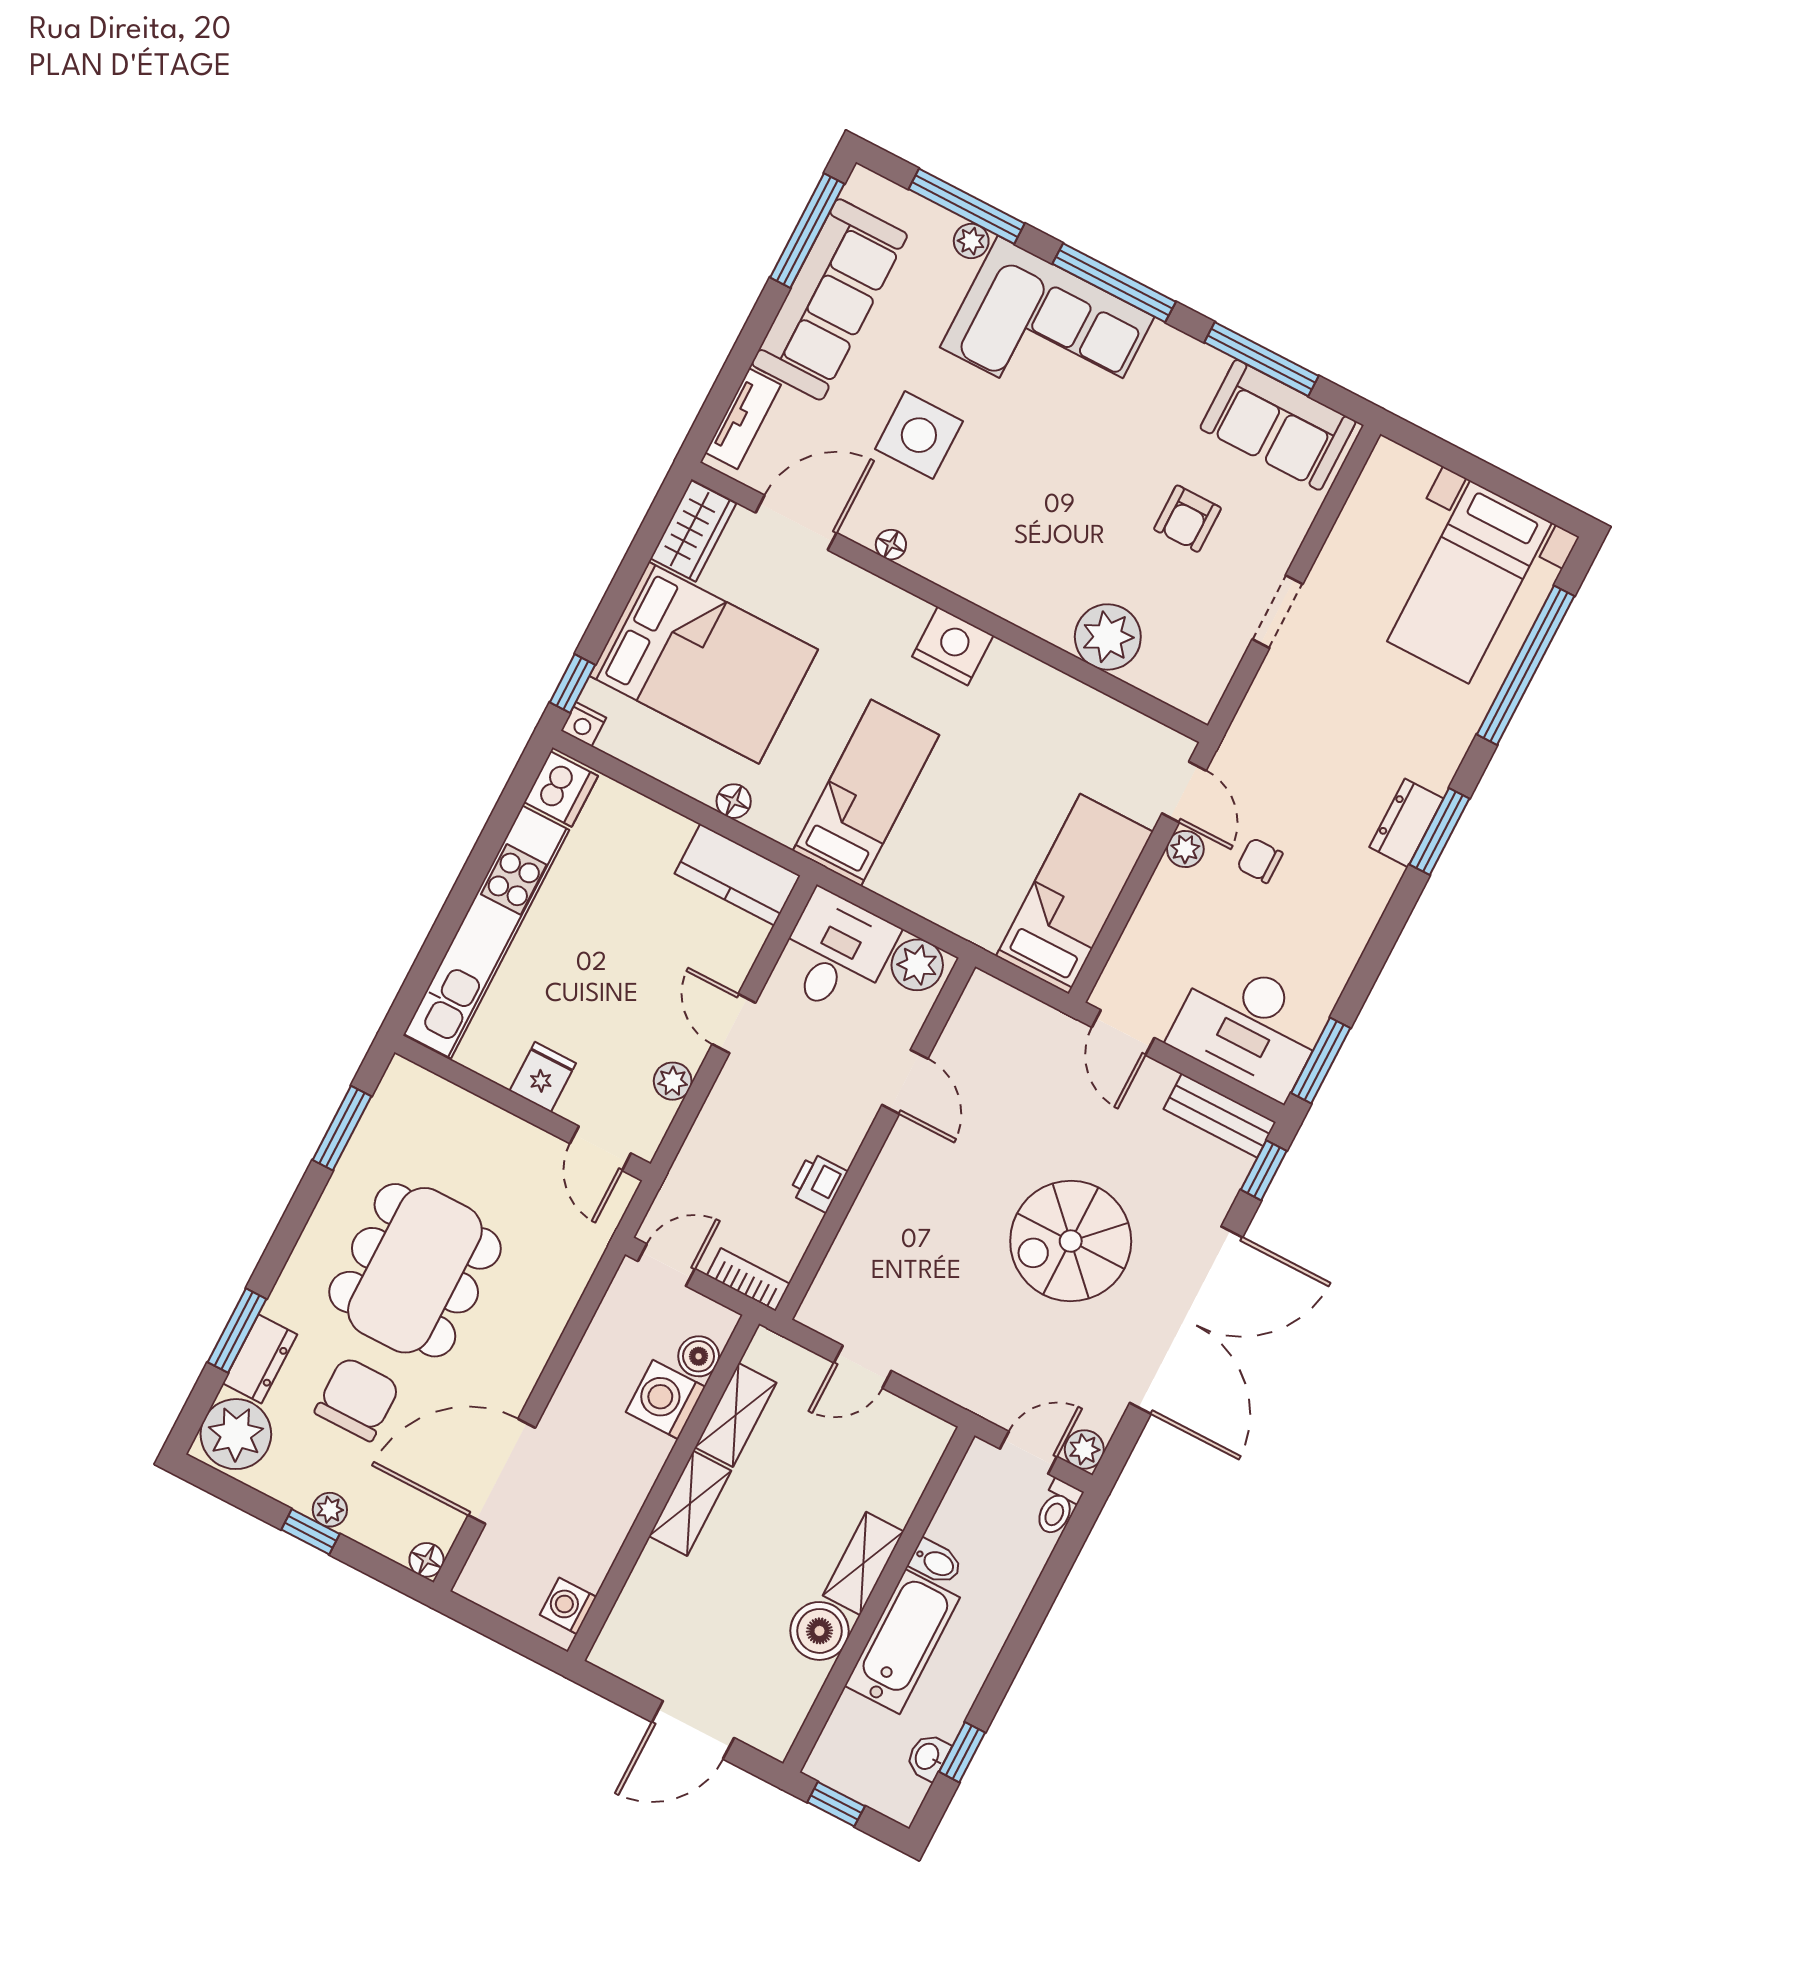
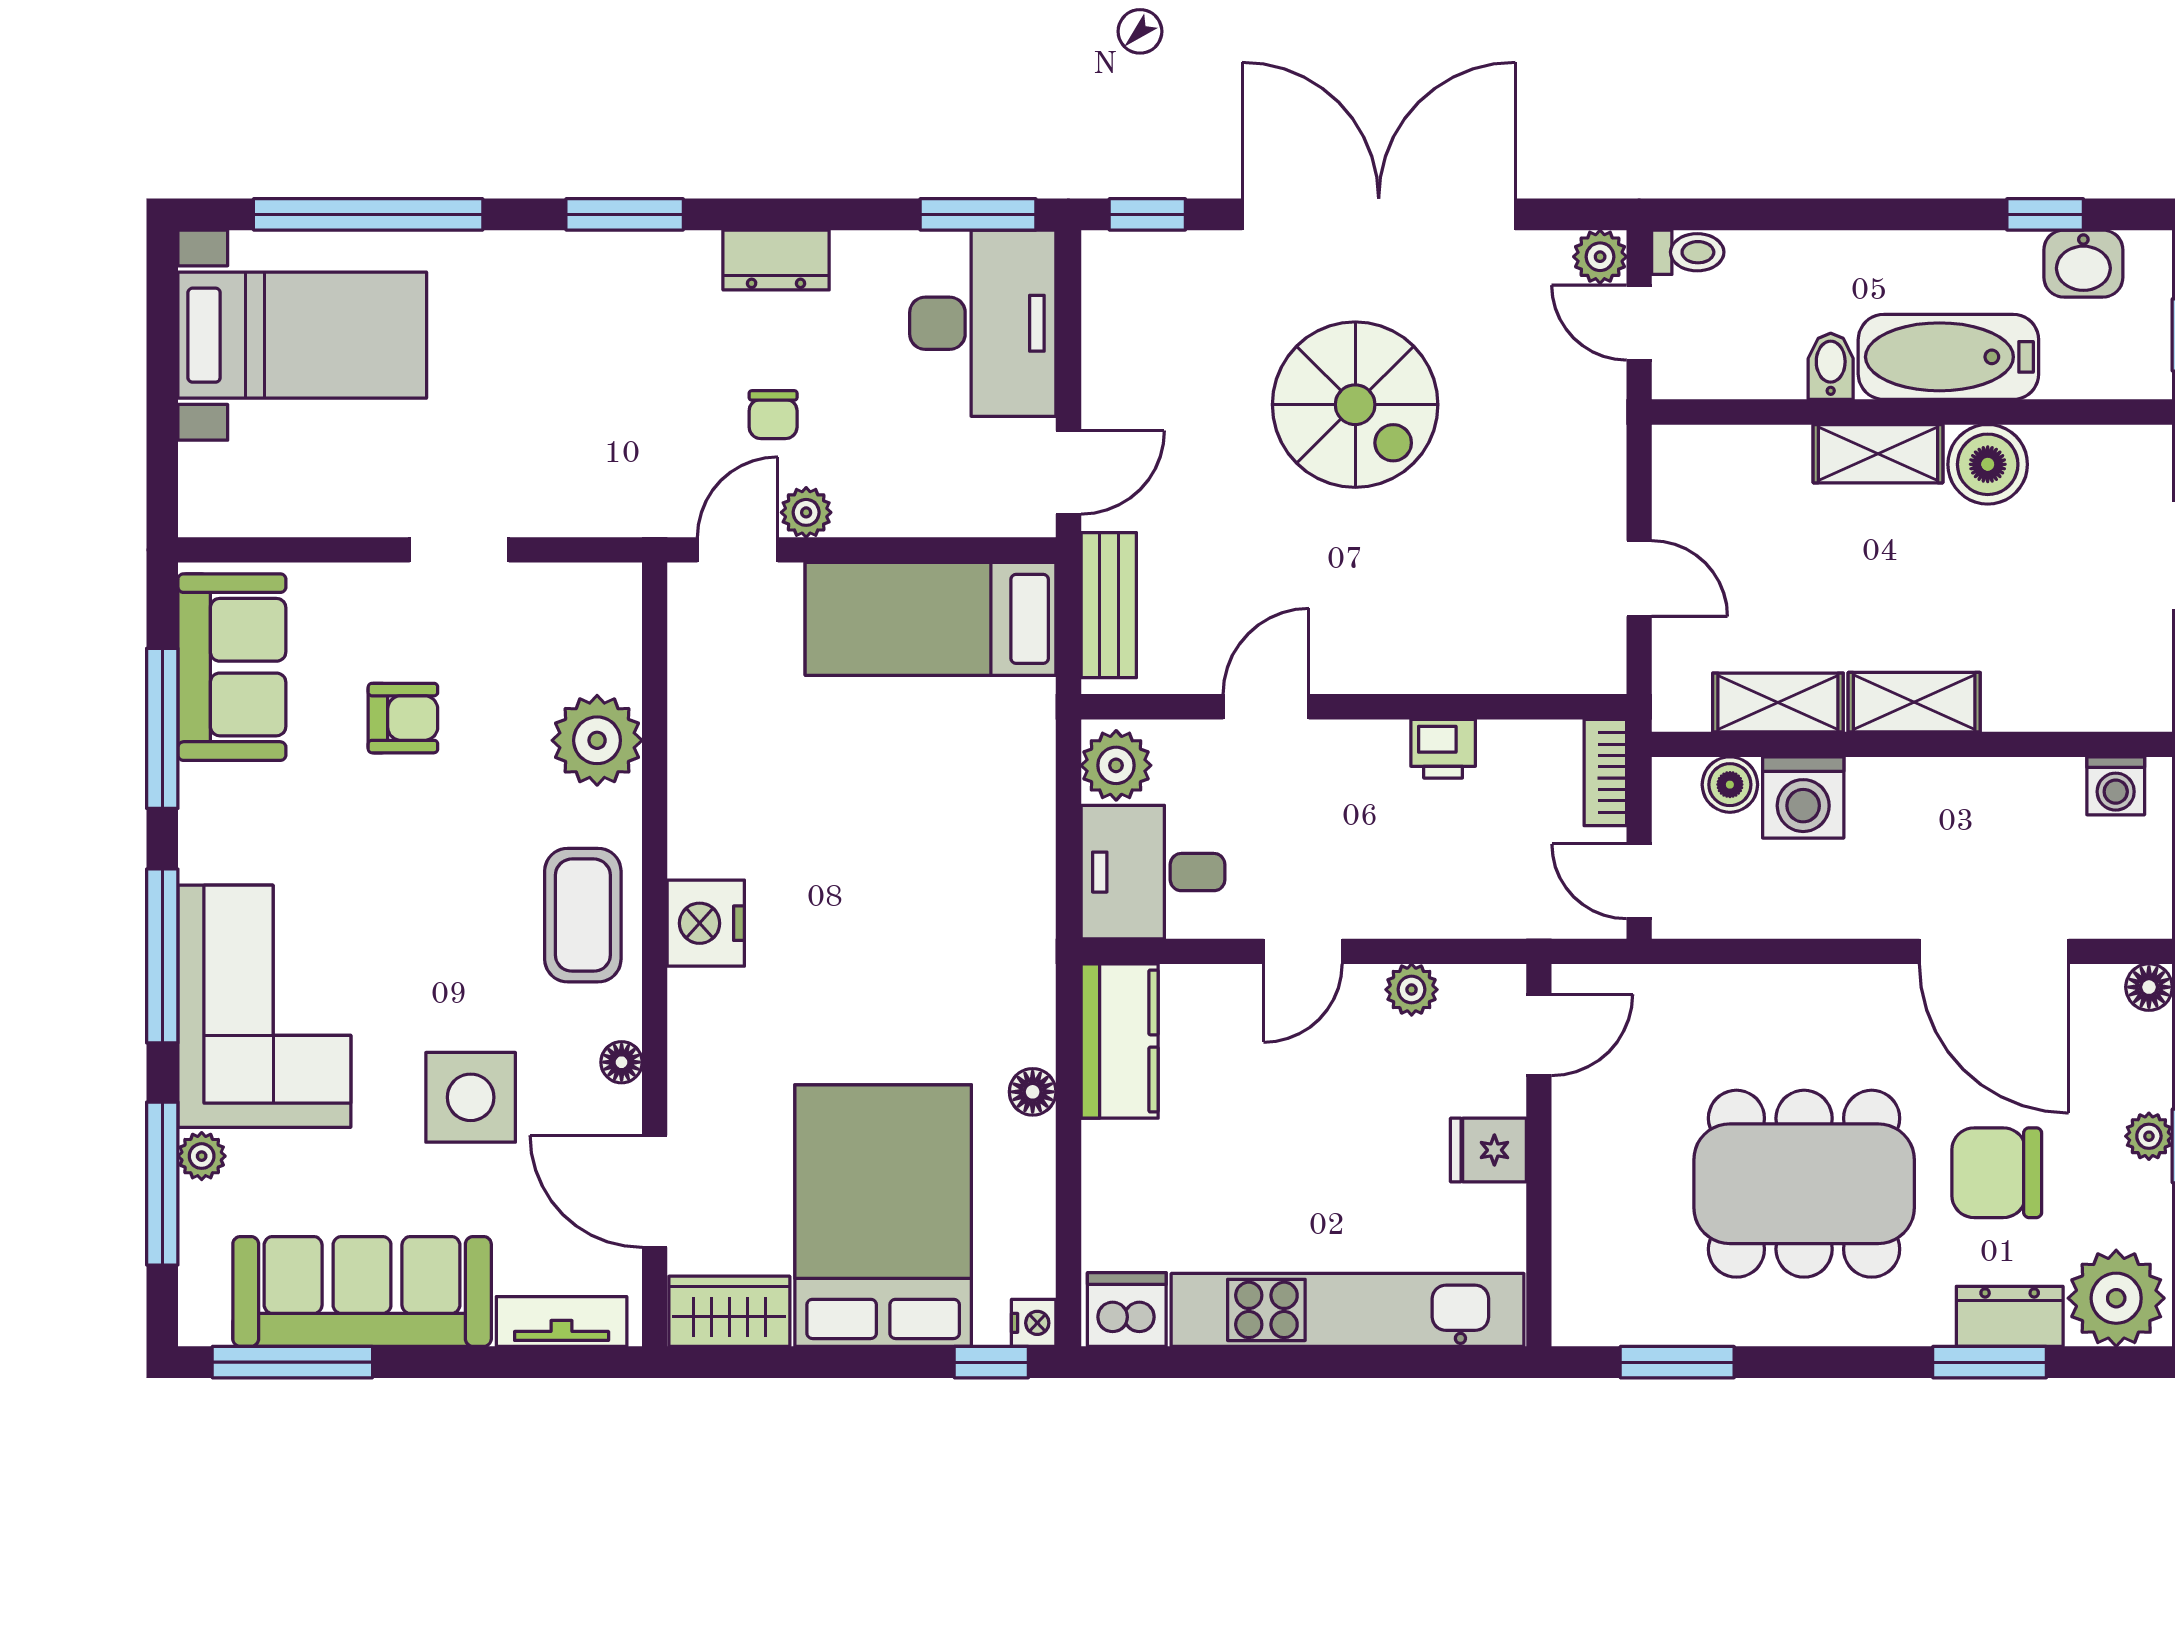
coffee table: (999, 569) -> (583, 915), added
bed: (866, 793) -> (939, 936), removed
dresser: (1406, 823) -> (776, 260), moved
bench: (1220, 1116) -> (1109, 605), moved
washbasin: (928, 1757) -> (2083, 264), width x1.38, depth x1.45

